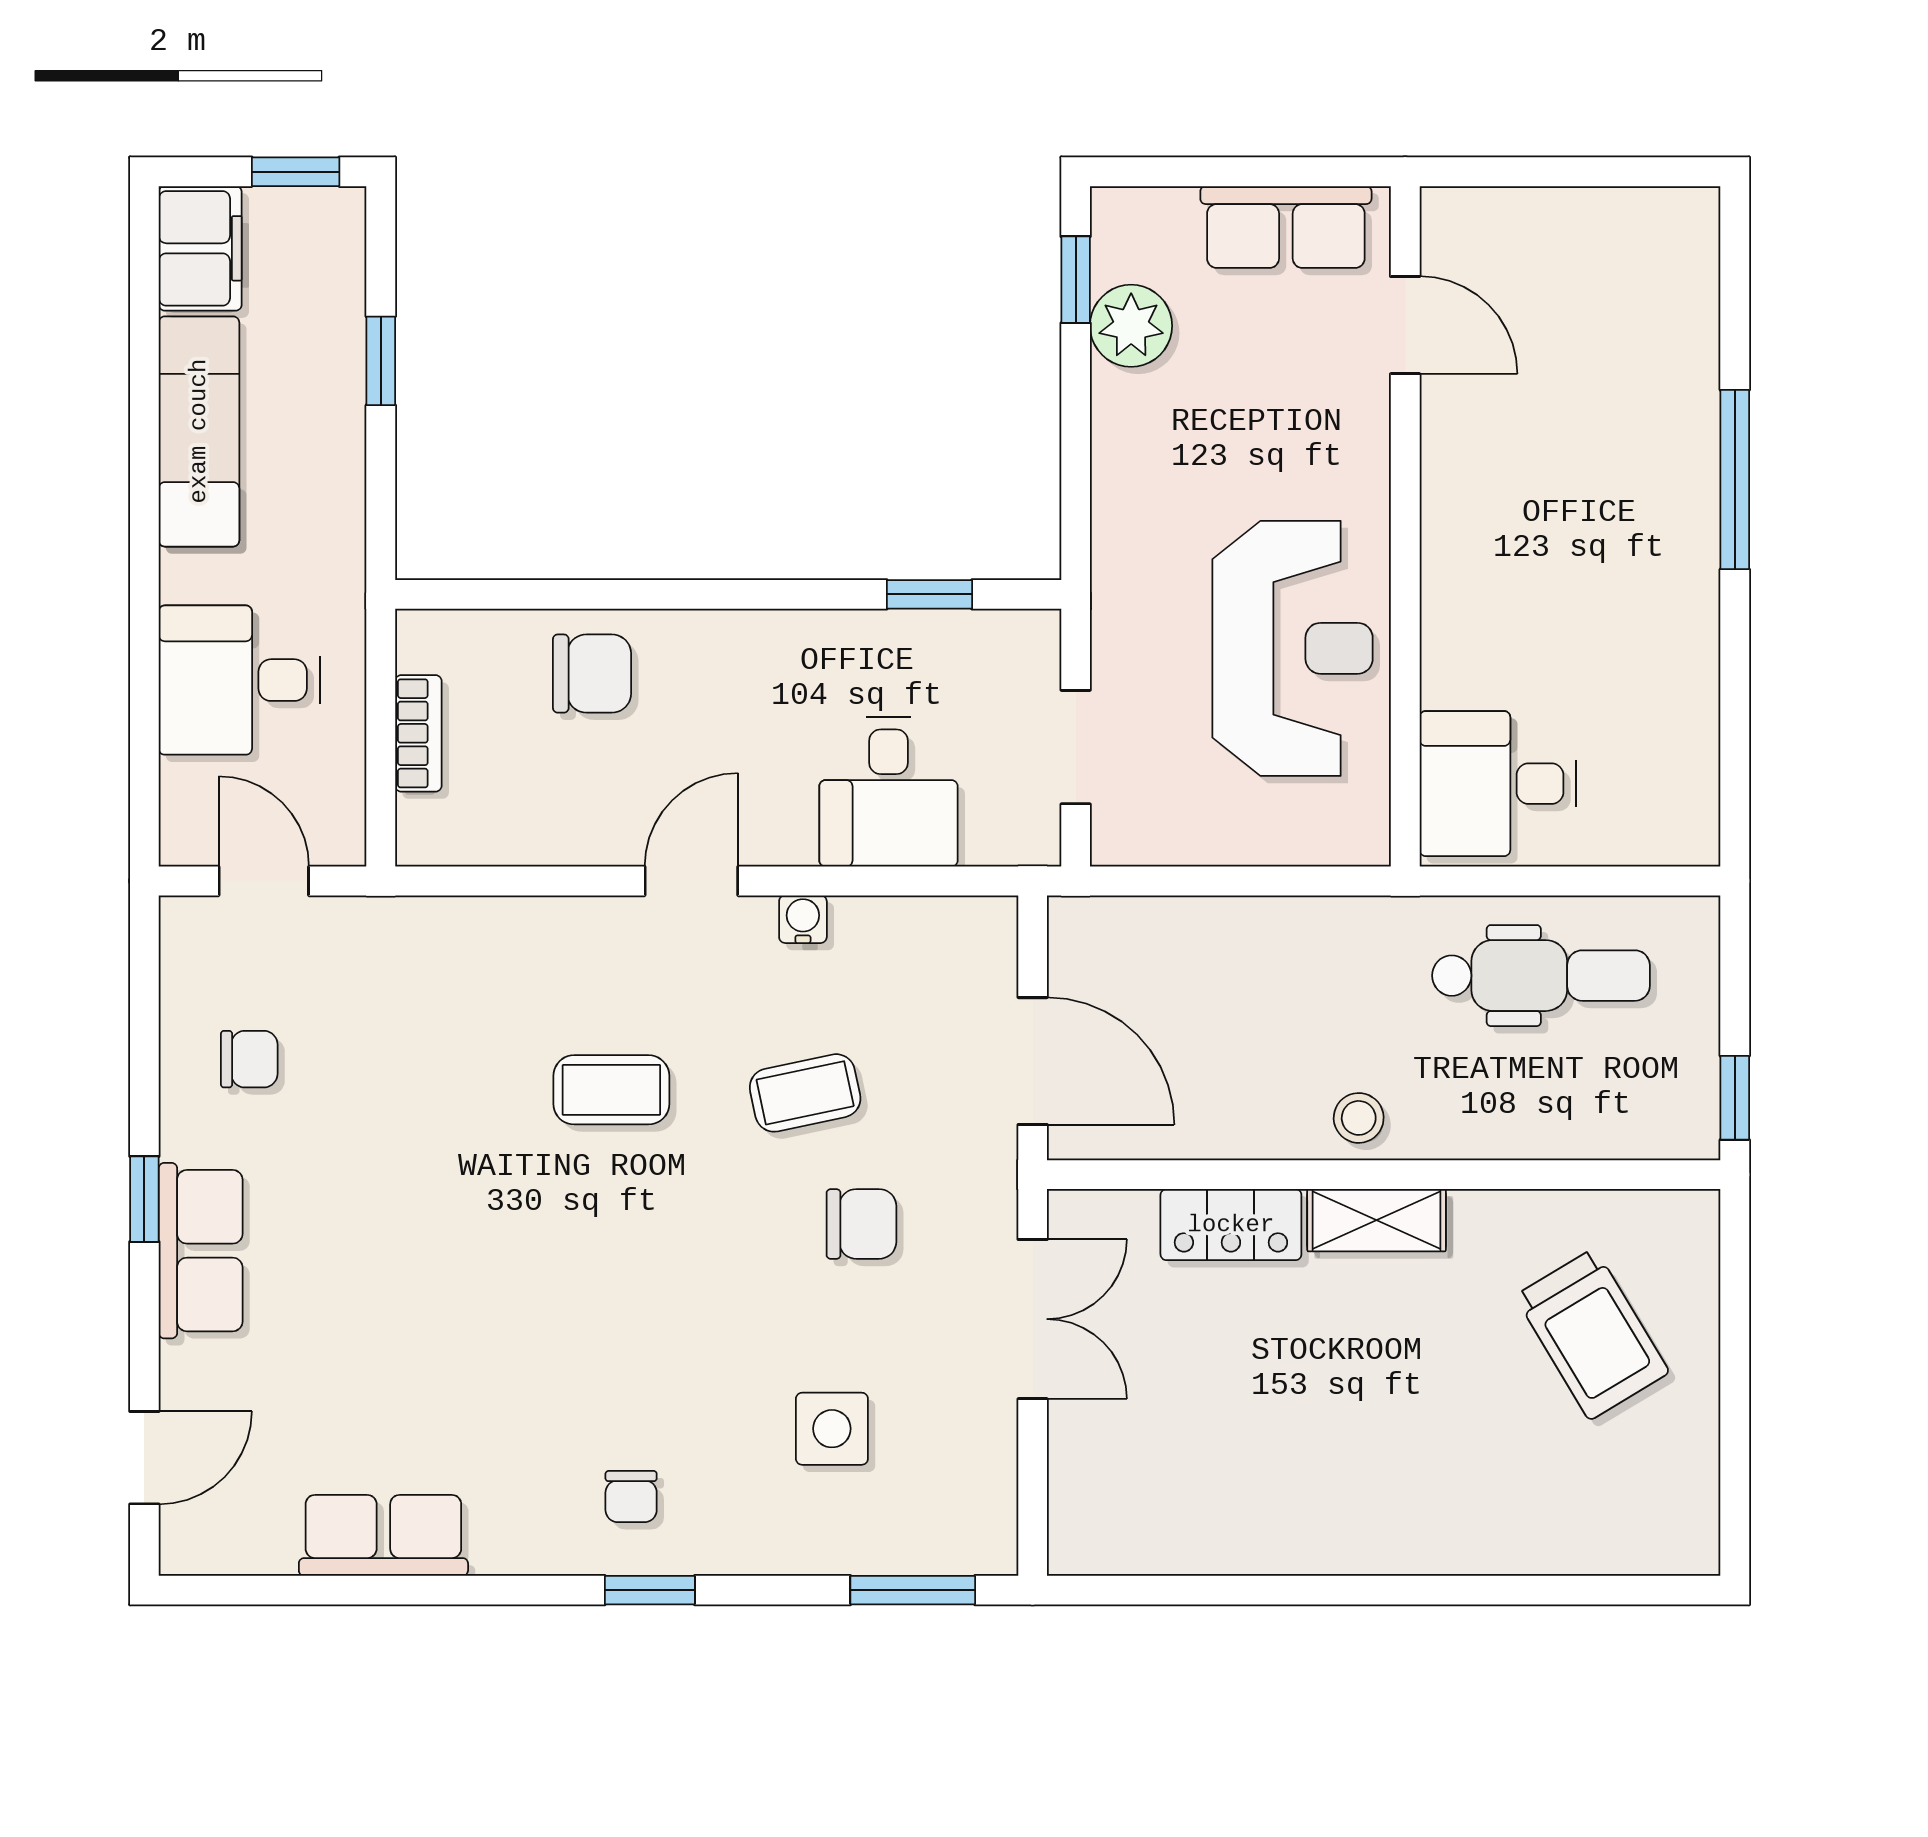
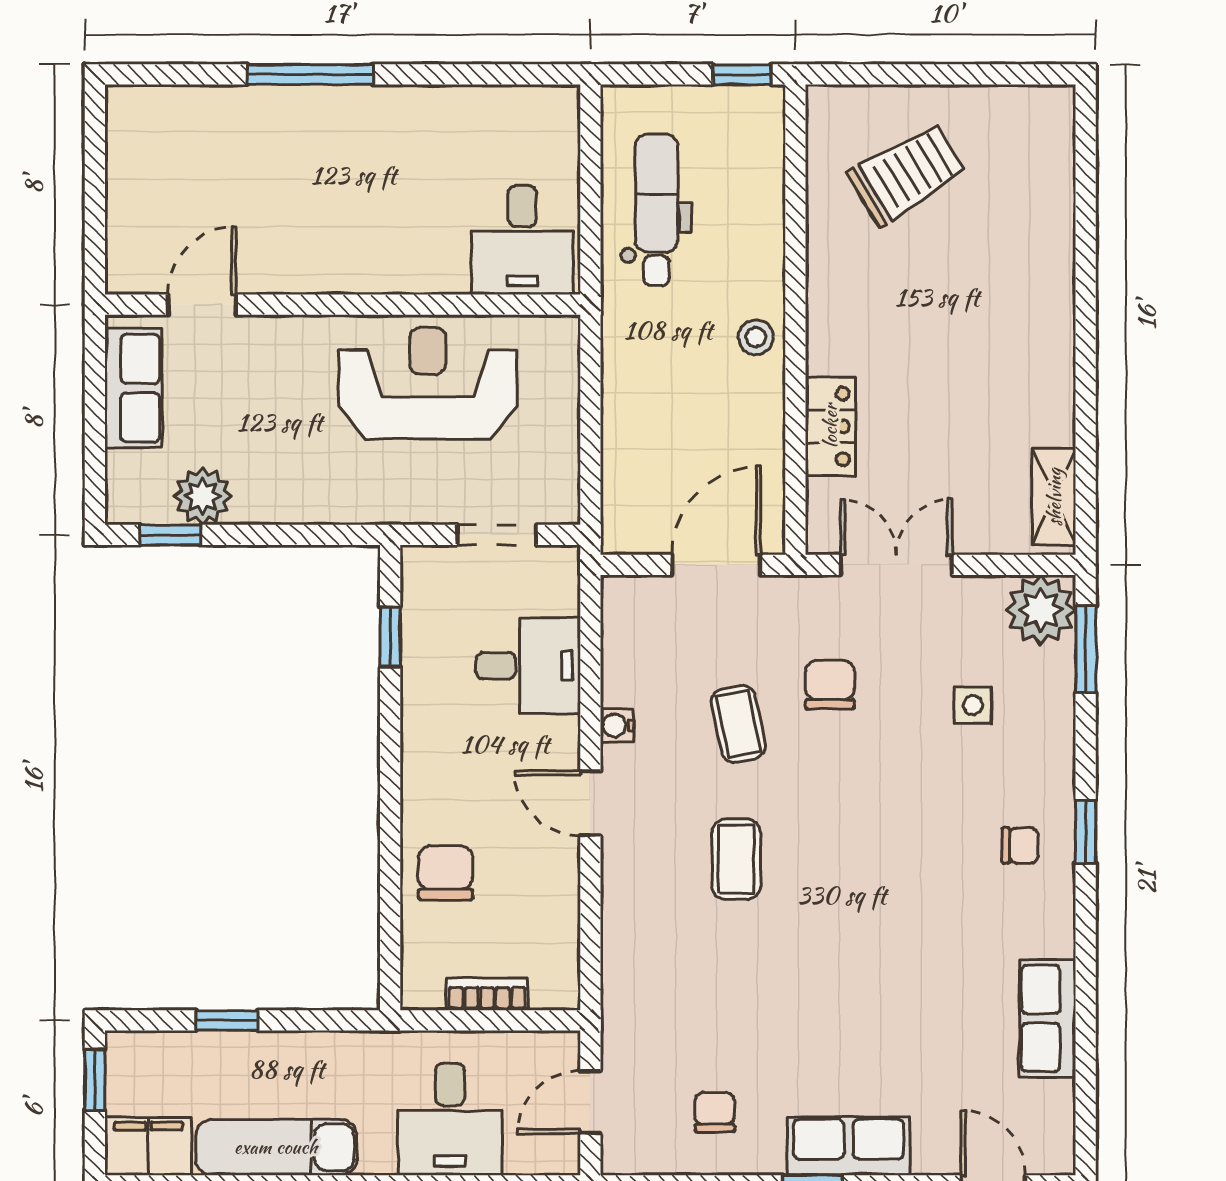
shelving: (1377, 1220) -> (1054, 497), moved
side table: (832, 1429) -> (973, 705), width x0.73, depth x0.73
plant: (968, 1526) -> (1041, 610), added

